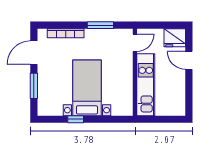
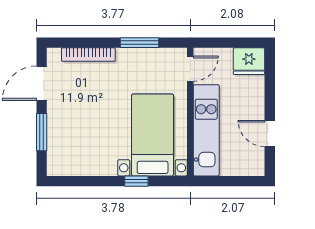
door: (189, 60) -> (270, 133), moved
bed with nightstands: (87, 88) -> (153, 135), moved
window: (76, 119) -> (136, 181), moved

